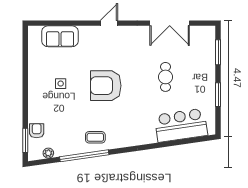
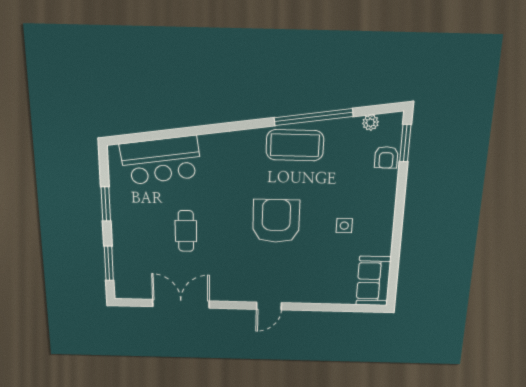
sofa: (60, 36) -> (373, 281), moved, turned -90
armchair: (106, 86) -> (276, 221), turned -90
coffee table: (95, 137) -> (295, 145), width x1.86, depth x1.72

